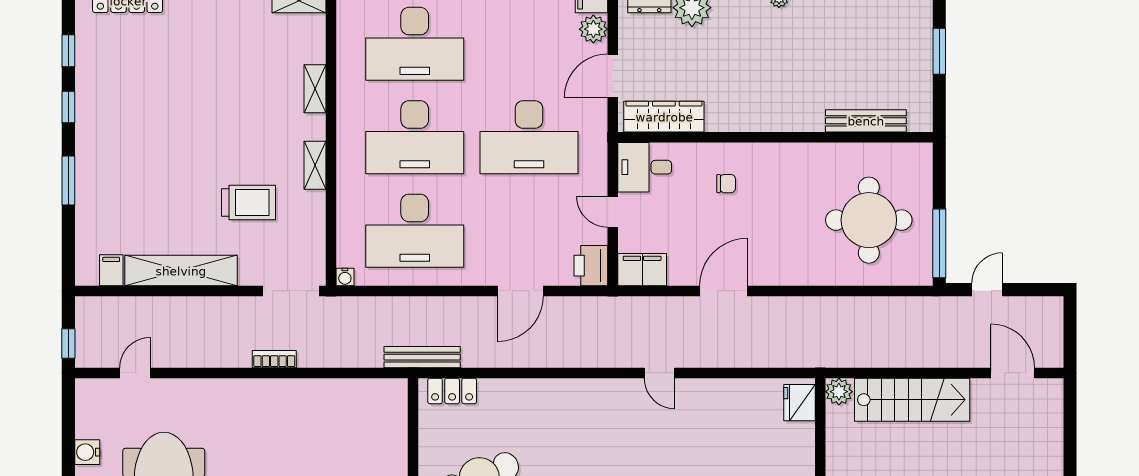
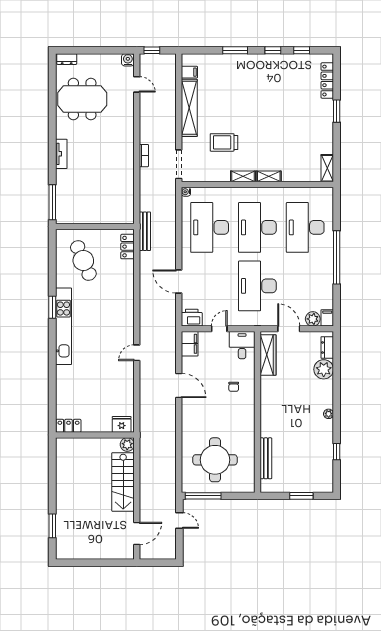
shelving: (315, 89) -> (269, 176), moved
trolley: (249, 203) -> (224, 142), turned 90
water cooler: (87, 452) -> (128, 60), moved

